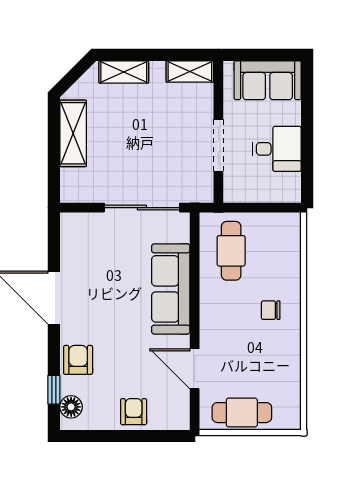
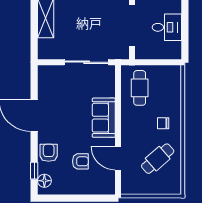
doorway: (218, 145) -> (132, 25), width x1.36
sofa: (171, 289) -> (104, 118), width x0.73
armchair: (134, 412) -> (80, 161), moved, turned 90
cafe table: (242, 413) -> (158, 159), moved, turned -41

